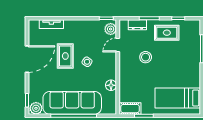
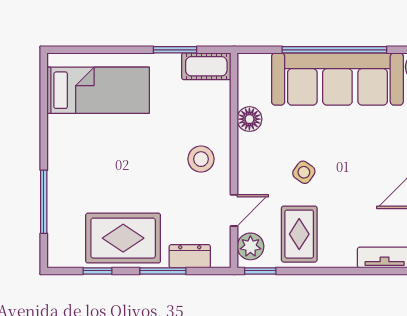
rug: (167, 33) -> (123, 238), width x1.36, depth x1.43
rug: (65, 56) -> (299, 234), moved
stool: (146, 57) -> (201, 159), moved

